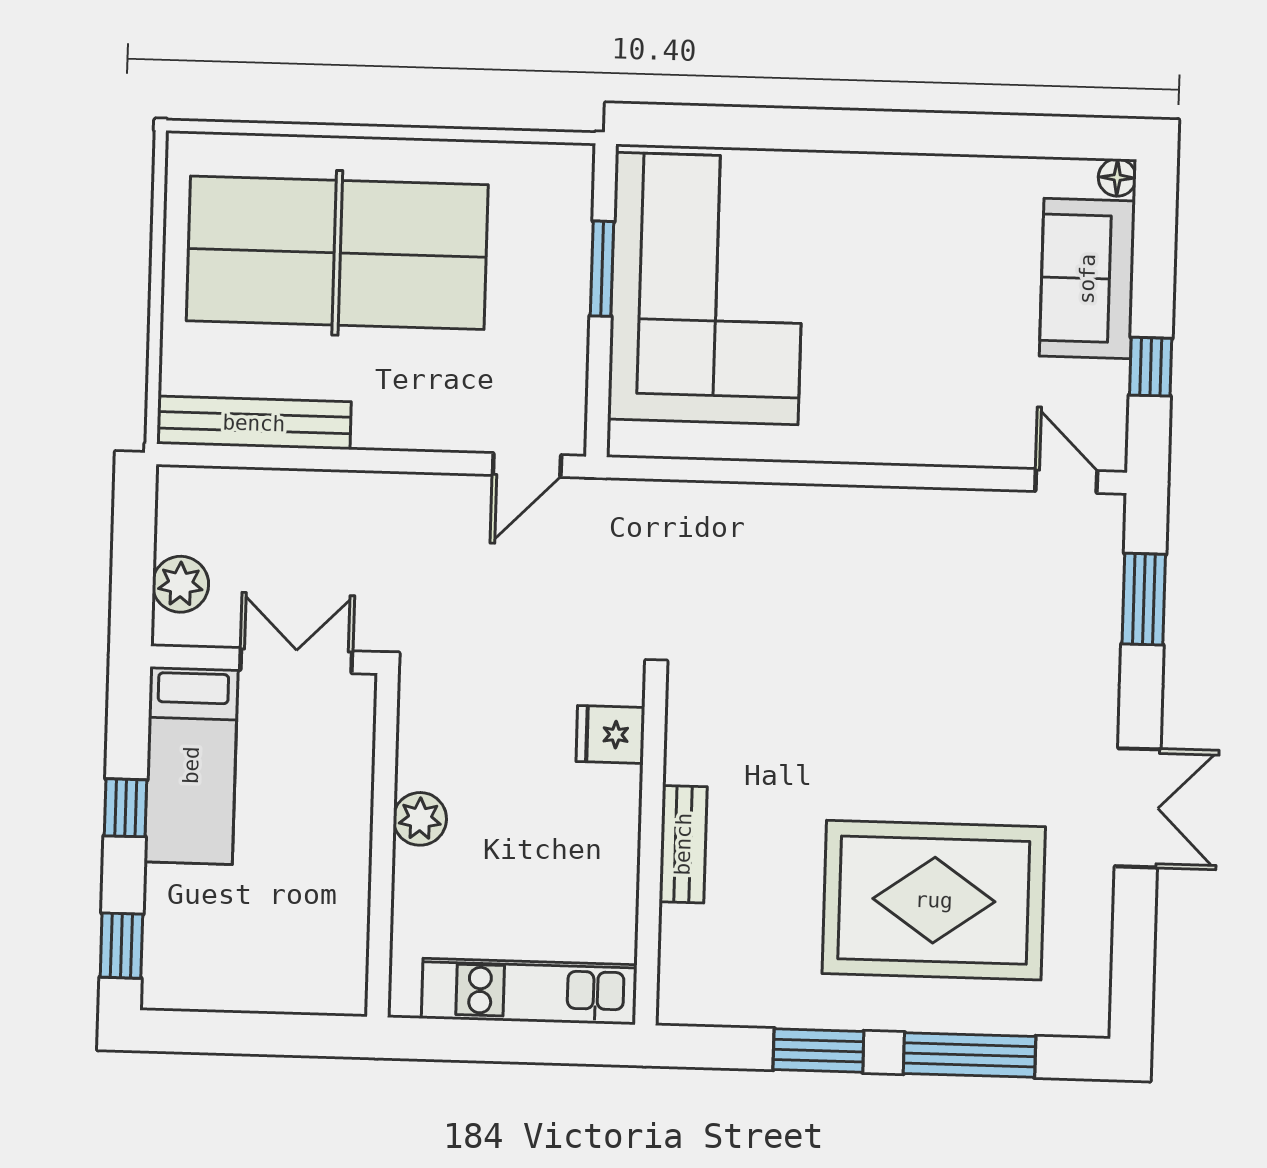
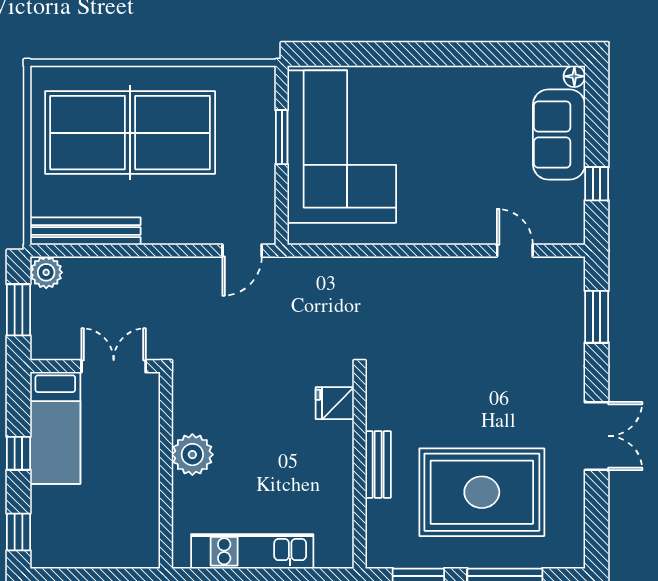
door: (1066, 481) -> (515, 251), moved
window: (133, 557) -> (19, 310), added
plant: (180, 584) -> (46, 272), moved
fridge: (610, 734) -> (335, 403), moved
plant: (420, 819) -> (192, 455), width x1.36, depth x1.36
bench: (683, 844) -> (378, 465), moved
wall: (650, 853) -> (360, 470), moved

